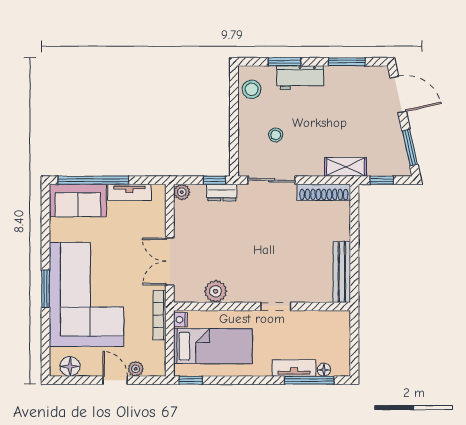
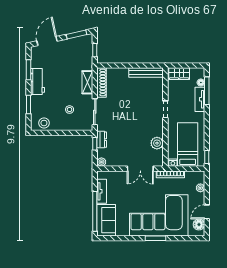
workbench: (300, 78) -> (38, 81), moved
shelving: (346, 167) -> (87, 82), moved
wardrobe: (340, 331) -> (179, 74), added
door: (115, 380) -> (207, 212), moved

